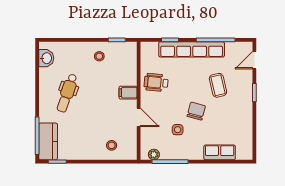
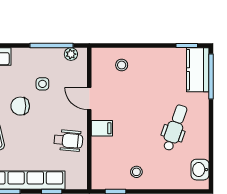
chair: (196, 111) -> (20, 106), turned 75

